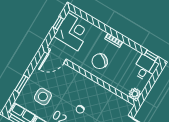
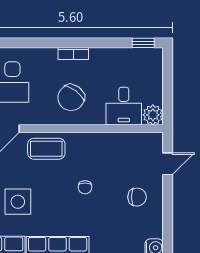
desk: (145, 68) -> (124, 106), moved, turned 180
coffee table: (72, 79) -> (46, 149), added

